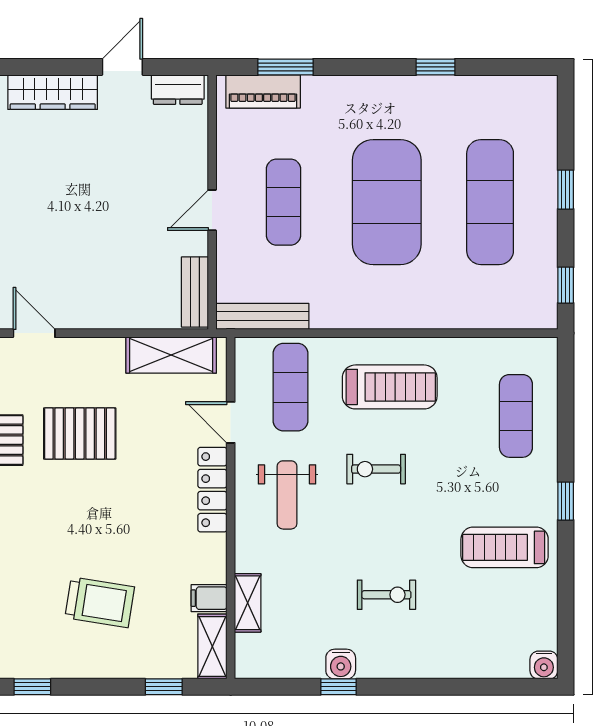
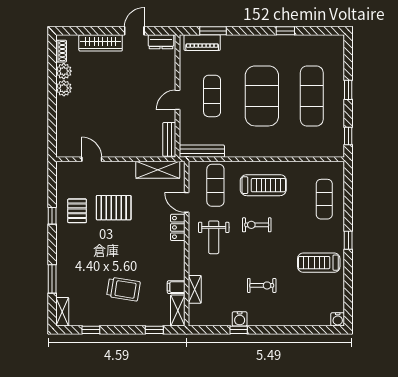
locker: (212, 490) -> (178, 227), width x0.66

